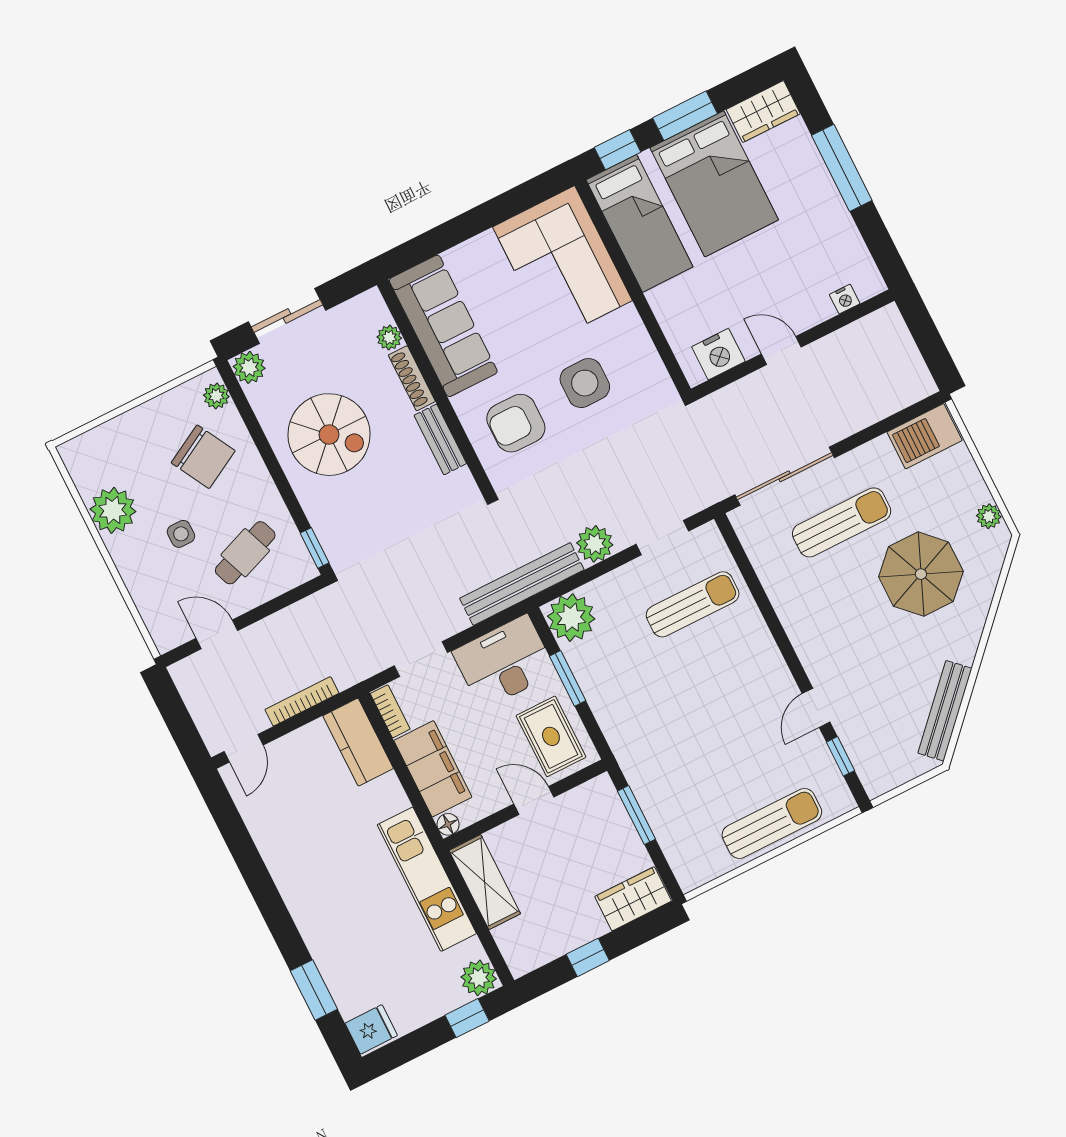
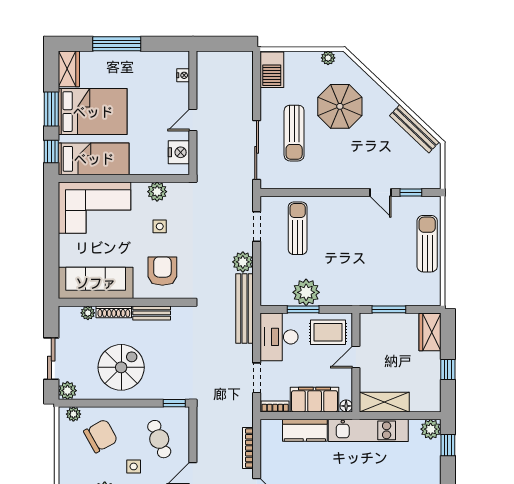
plant: (638, 351) -> (157, 192), added
side table: (585, 383) -> (160, 226), width x0.54, depth x0.54
armchair: (516, 423) -> (162, 271), turned 180
sun lounger: (842, 522) -> (294, 133), turned 180
plant: (571, 618) -> (306, 292), moved
kitchen counter: (358, 742) -> (305, 430), moved

